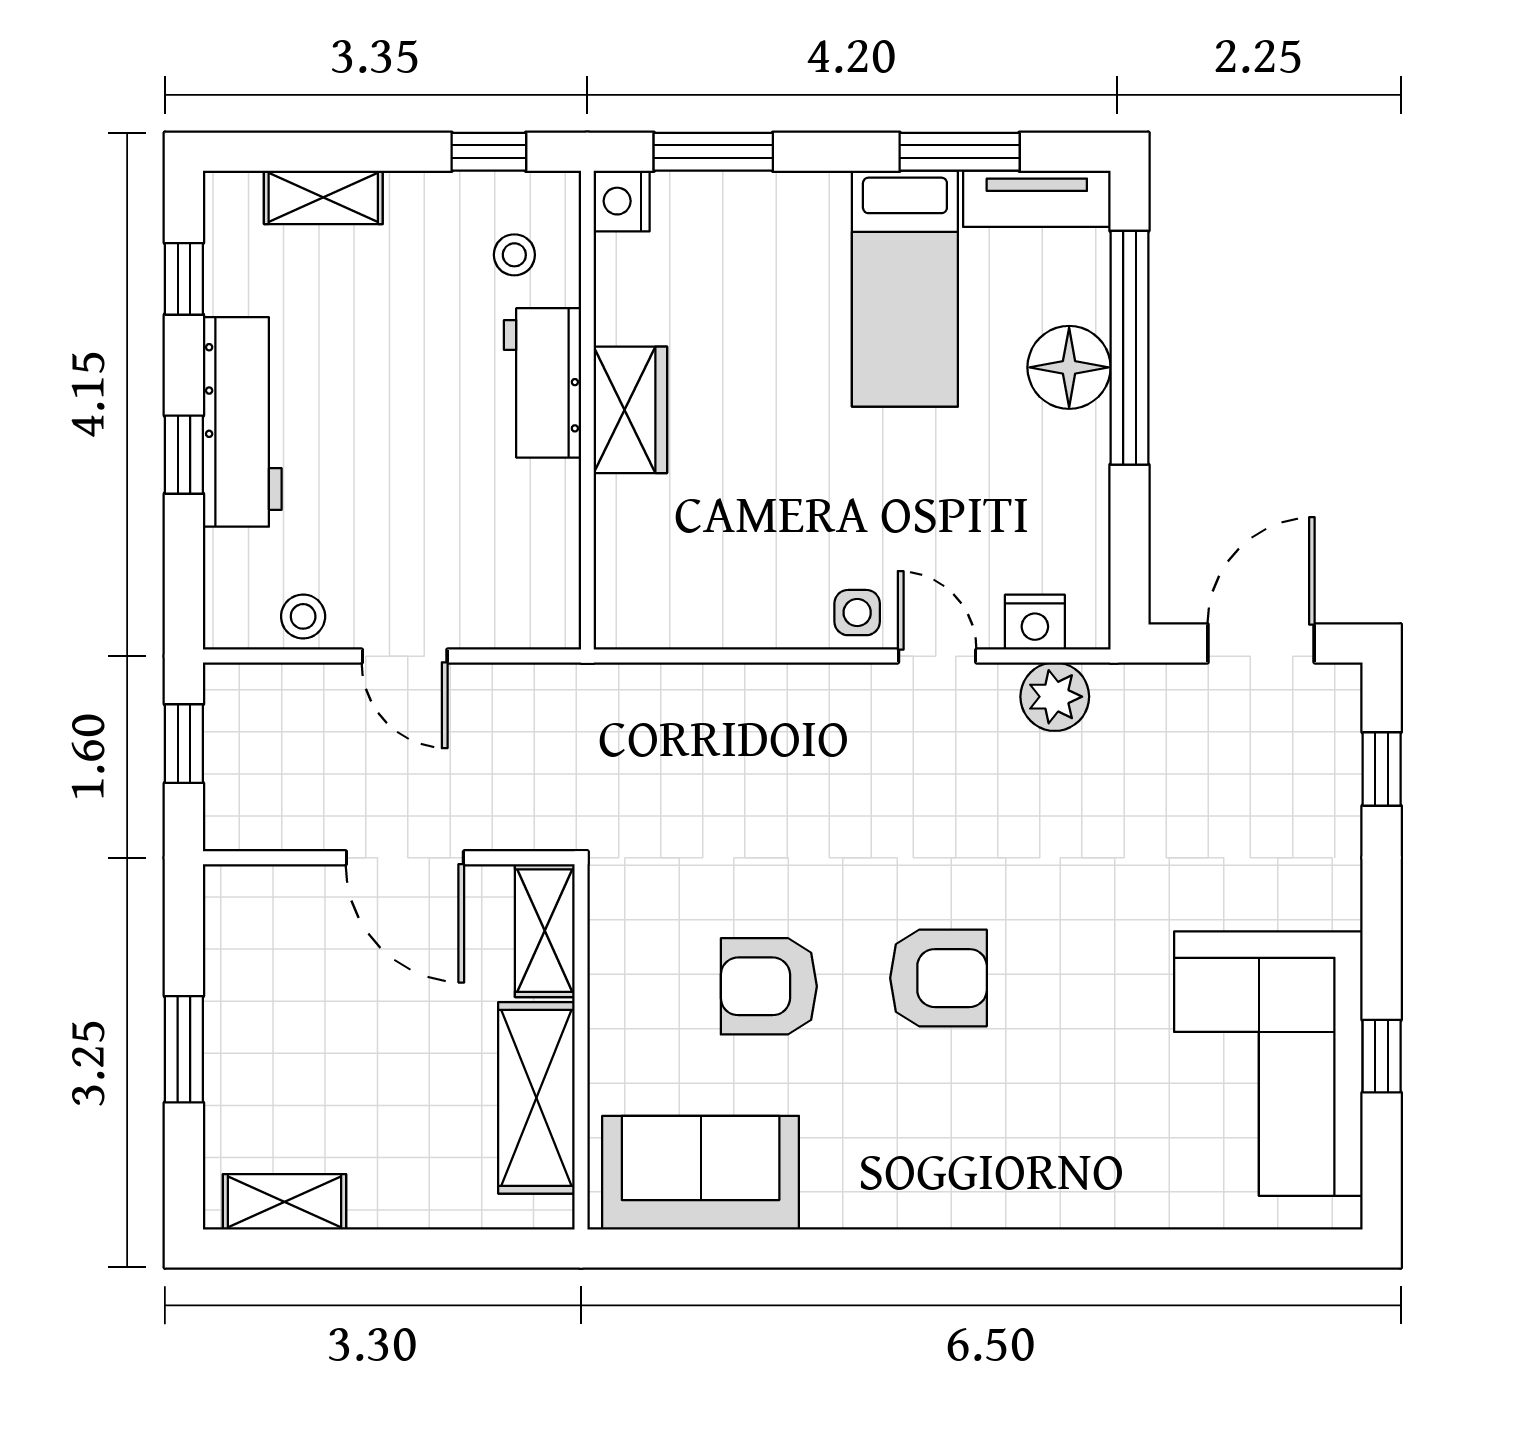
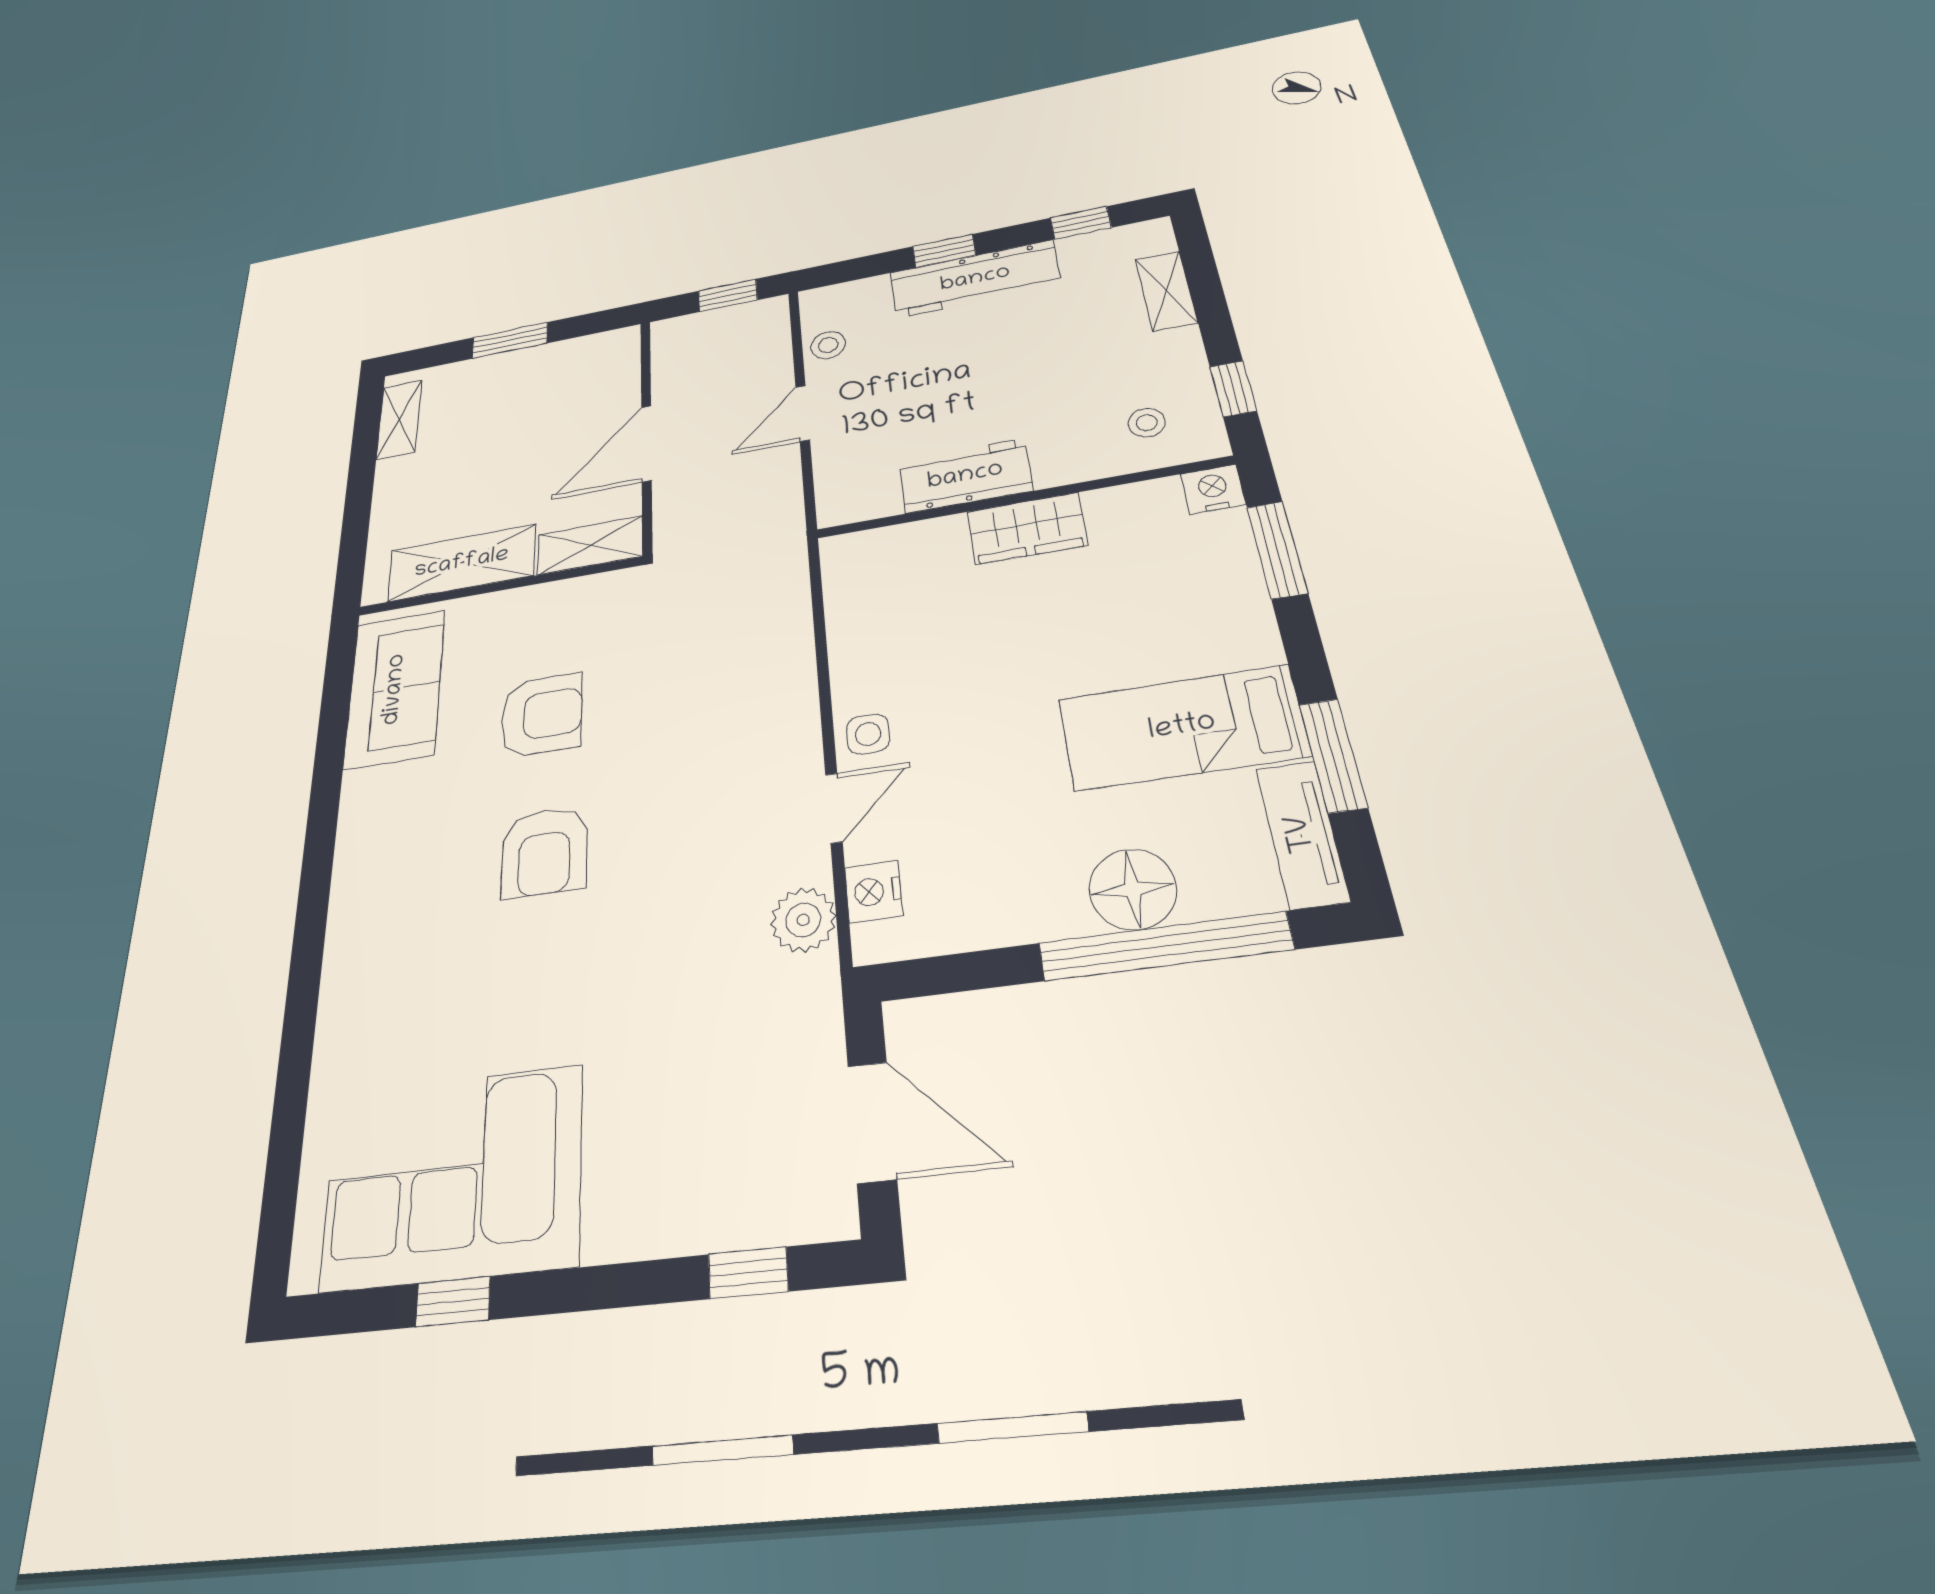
workbench: (542, 383) -> (965, 476), moved
armchair: (769, 986) -> (542, 715), turned 90

